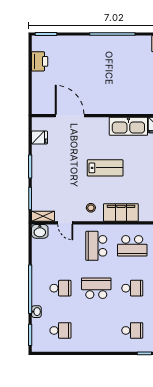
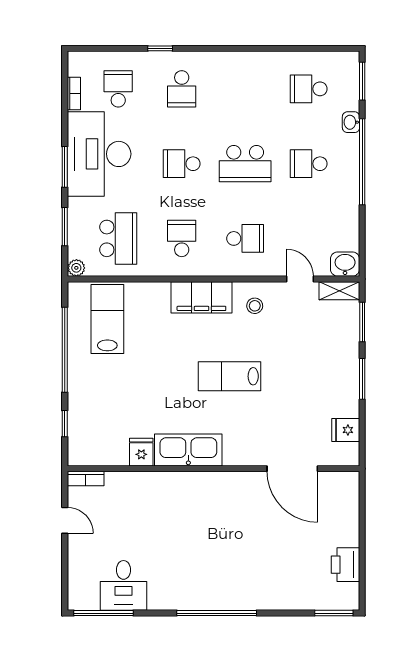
school desk: (96, 246) -> (245, 238), width x0.54
school desk: (132, 246) -> (182, 238), width x0.54
school desk: (132, 330) -> (182, 89), turned -90

